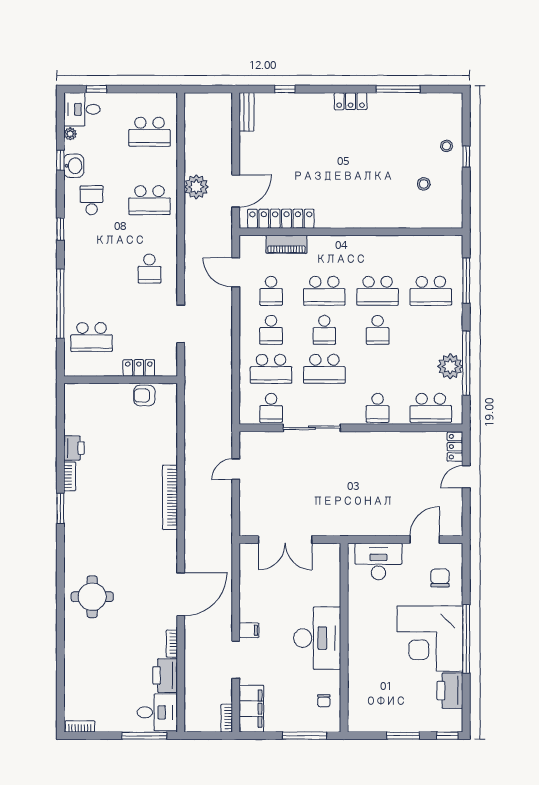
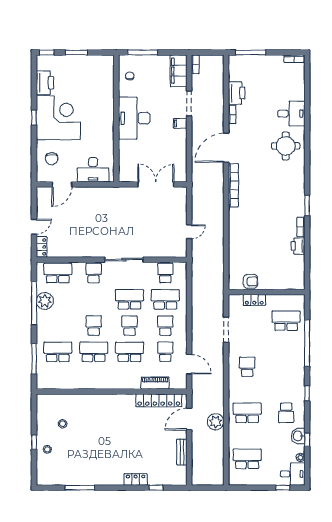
locker: (351, 101) -> (136, 479), moved
bench: (247, 112) -> (182, 452), moved
sliding door: (312, 428) -> (124, 260), moved
bookcase: (170, 497) -> (233, 185), moved
window: (466, 639) -> (34, 118), width x0.32
desk: (157, 712) -> (291, 114), moved, turned 180

